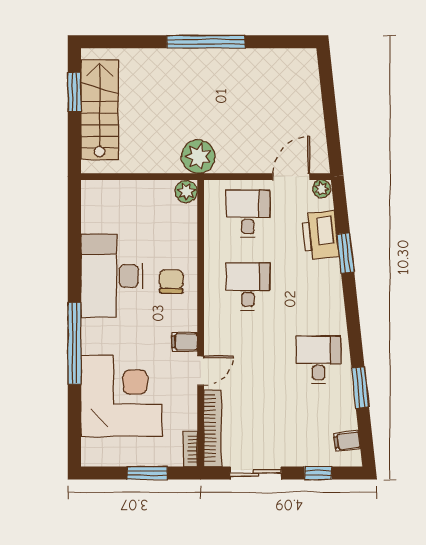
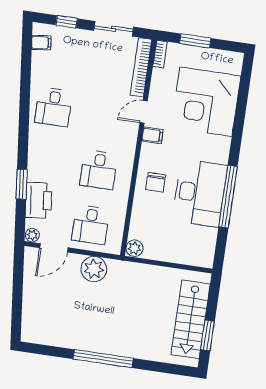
plant: (198, 157) -> (94, 269), moved
window: (74, 343) -> (228, 197), moved
window: (360, 387) -> (25, 82), removed

